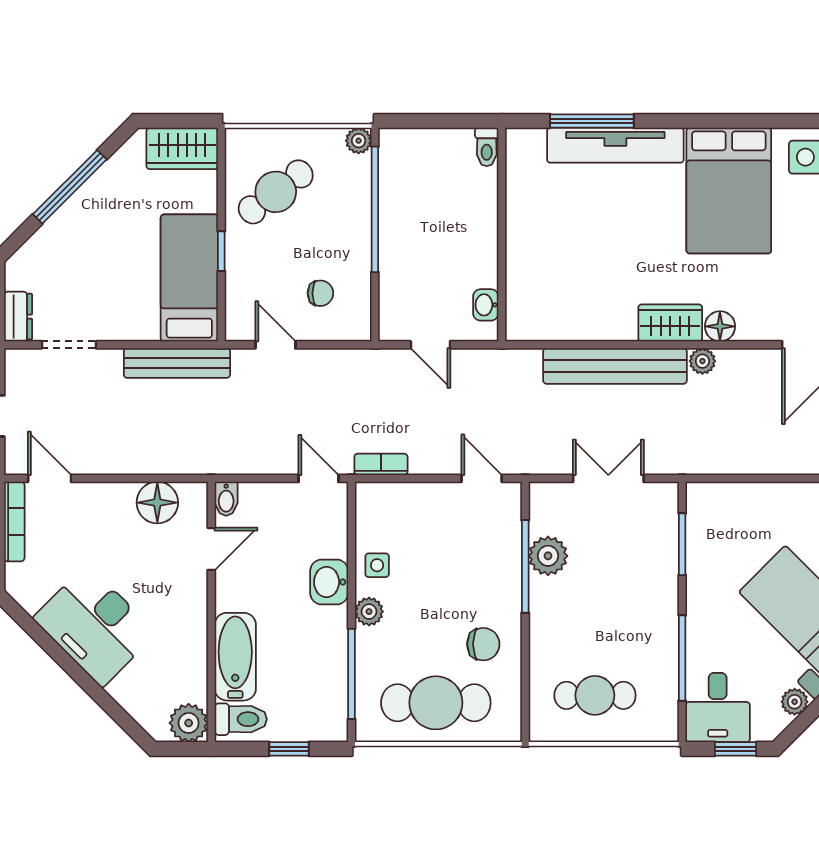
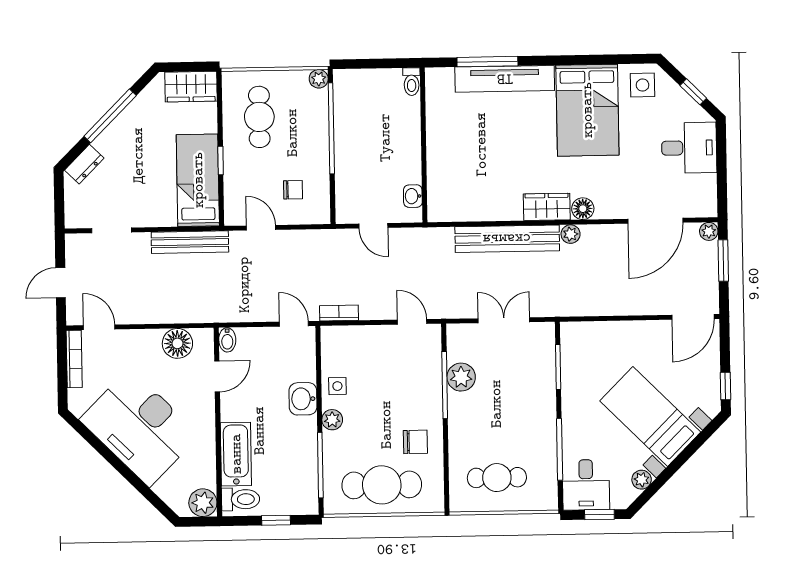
cafe table: (276, 192) -> (259, 117), turned -53
dresser: (18, 317) -> (84, 164), moved, turned 45
desk: (95, 626) -> (140, 427), width x1.36, depth x1.30

